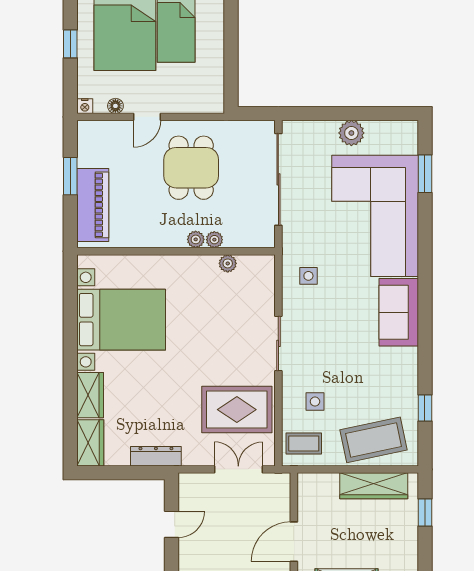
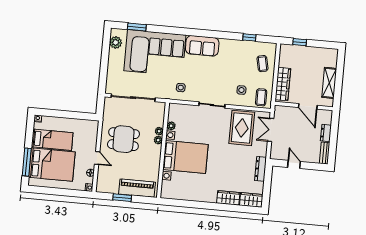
window: (70, 44) -> (59, 192), removed
plant: (351, 133) -> (116, 42), moved
bed with nightstands: (121, 320) -> (185, 157), moved, turned 90
coffee table: (374, 440) -> (262, 64), width x0.54, depth x0.58
wardrobe: (374, 486) -> (283, 84), moved

